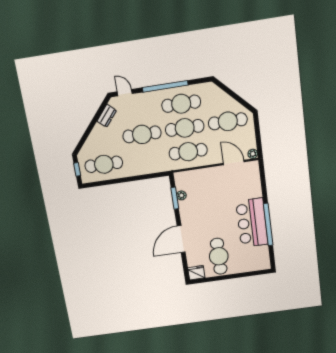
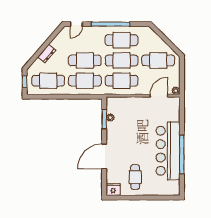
door: (125, 93) -> (76, 24), swing flipped
dresser: (107, 116) -> (47, 54), moved
cafe table: (146, 158) -> (85, 81), added
door: (234, 163) -> (159, 96), hinge flipped
bar counter: (252, 223) -> (168, 151), width x1.36
cafe table: (219, 256) -> (135, 177), width x0.73, depth x0.74

